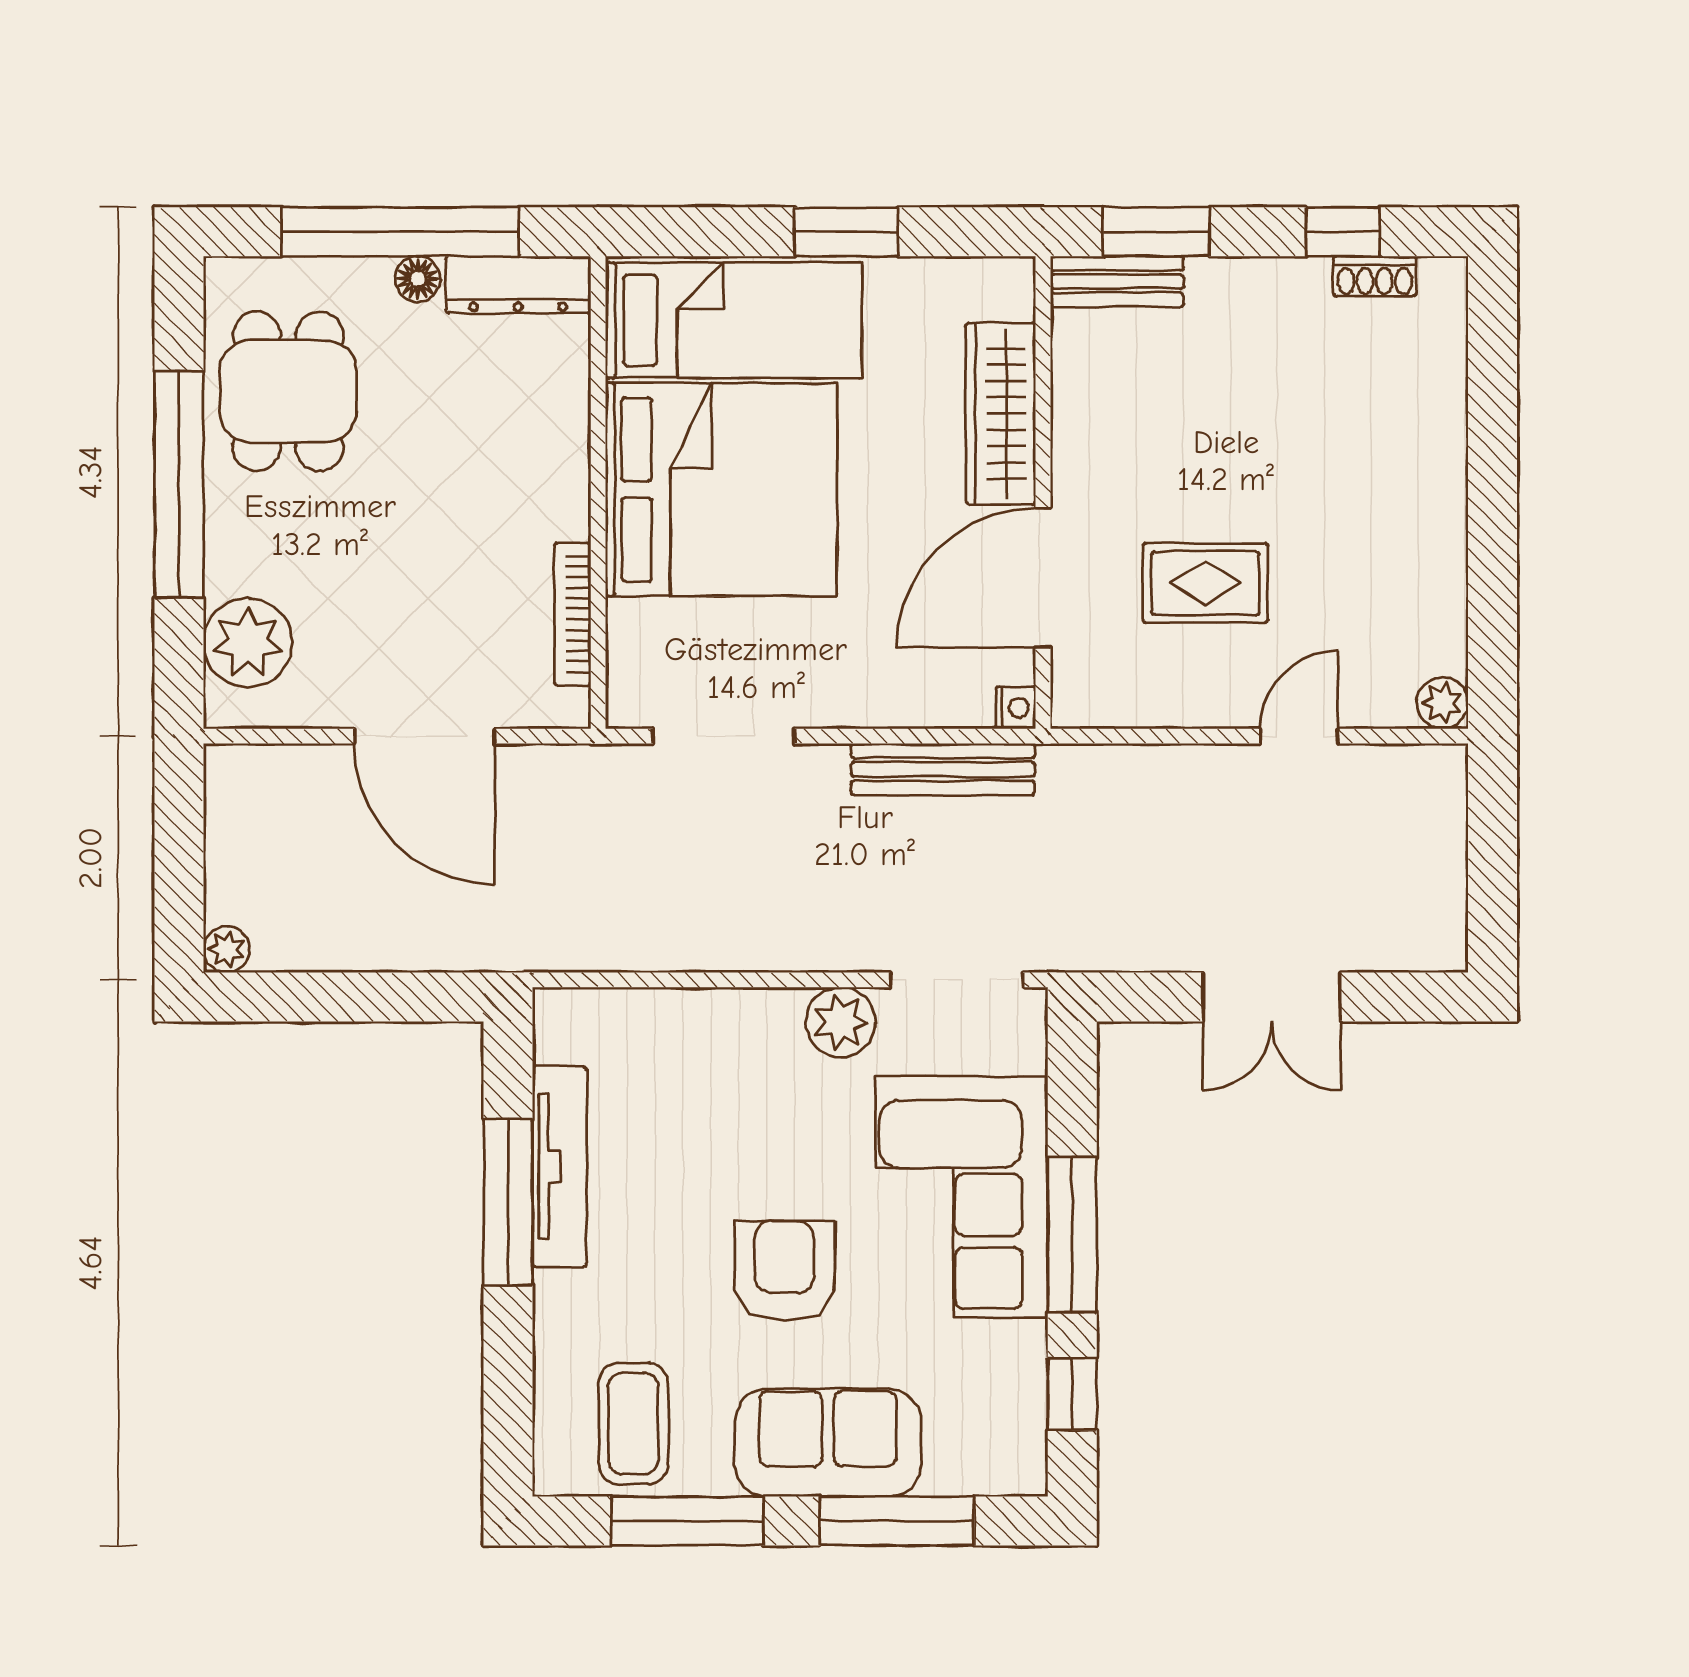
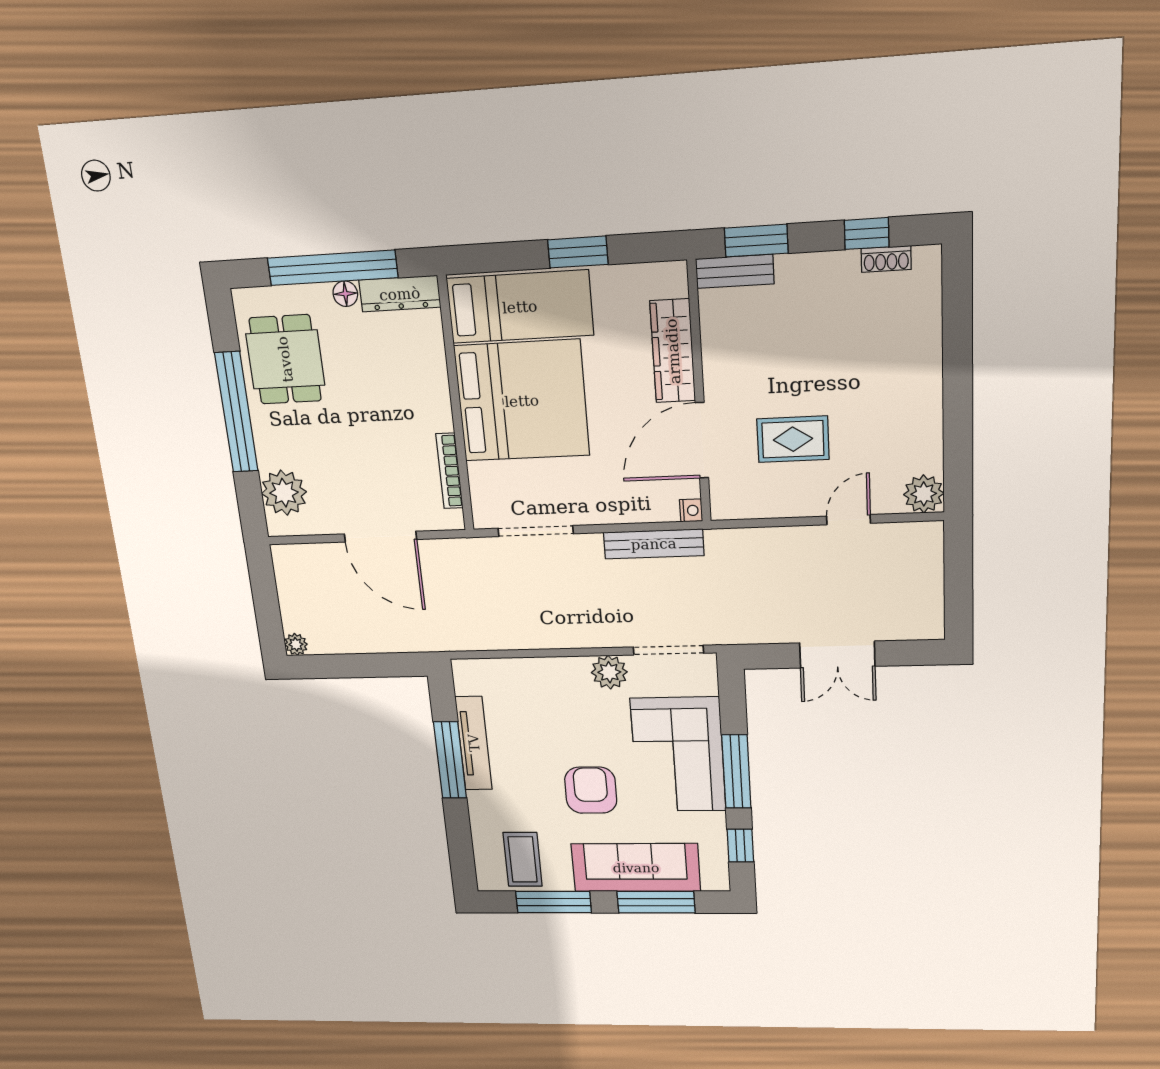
plant: (1442, 703) -> (924, 494), width x1.38, depth x1.38
sofa: (828, 1443) -> (636, 868), width x1.36

